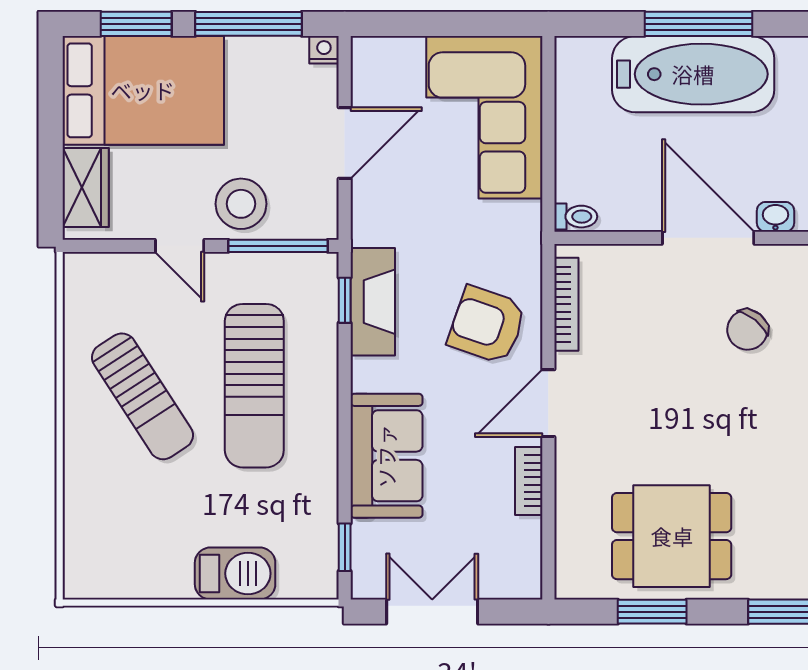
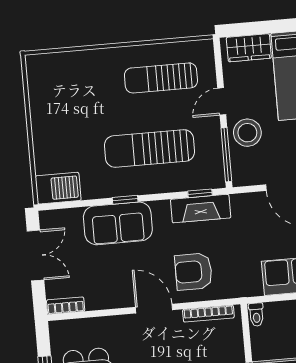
armchair: (487, 325) -> (193, 272), turned -109
sun lounger: (142, 396) -> (161, 78), moved, turned 33
bookcase: (529, 481) -> (66, 306), moved
window: (345, 547) -> (125, 200), moved
barbecue: (235, 573) -> (58, 188), moved, turned -90

